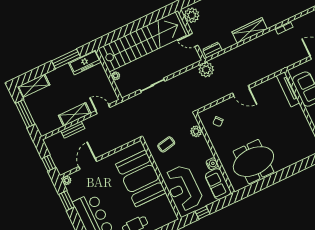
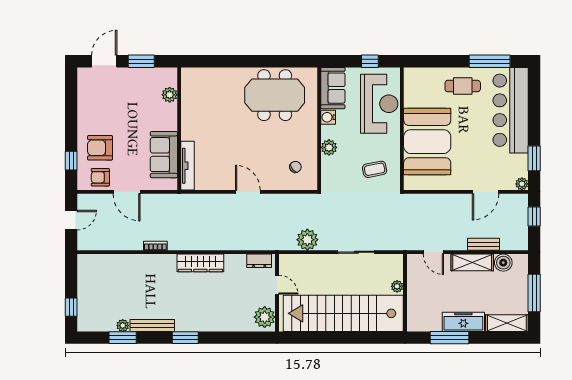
freezer: (85, 62) -> (463, 322), moved
plant: (206, 70) -> (307, 240), moved
boiler: (54, 124) -> (503, 263), added
plant: (196, 131) -> (329, 147), moved

